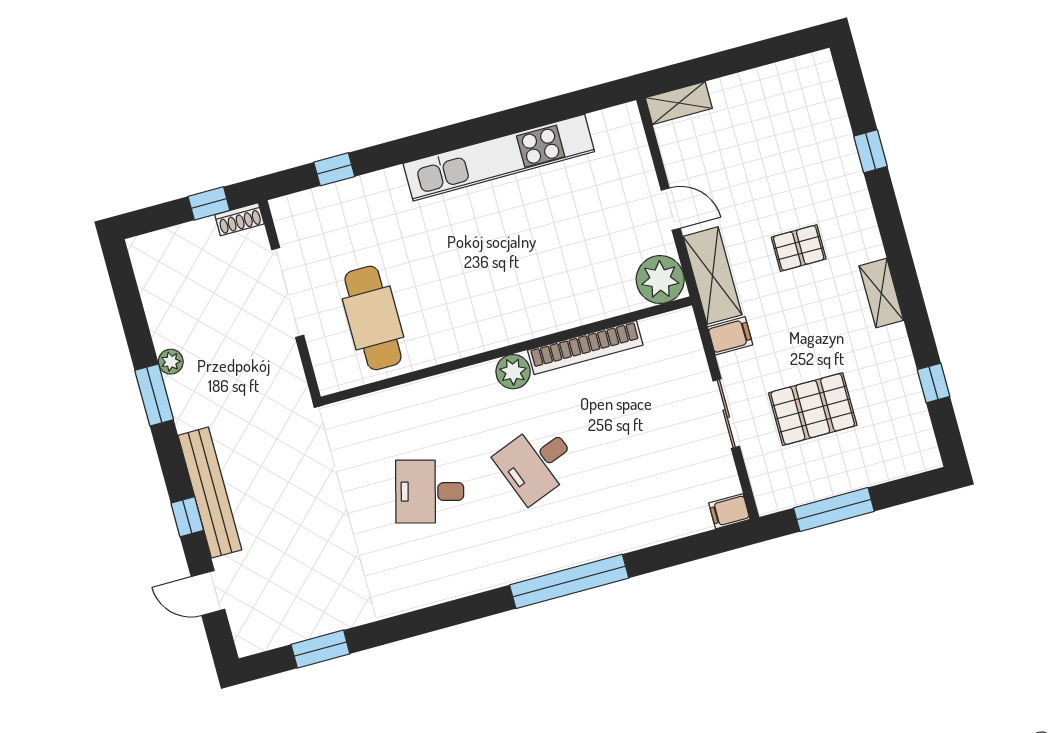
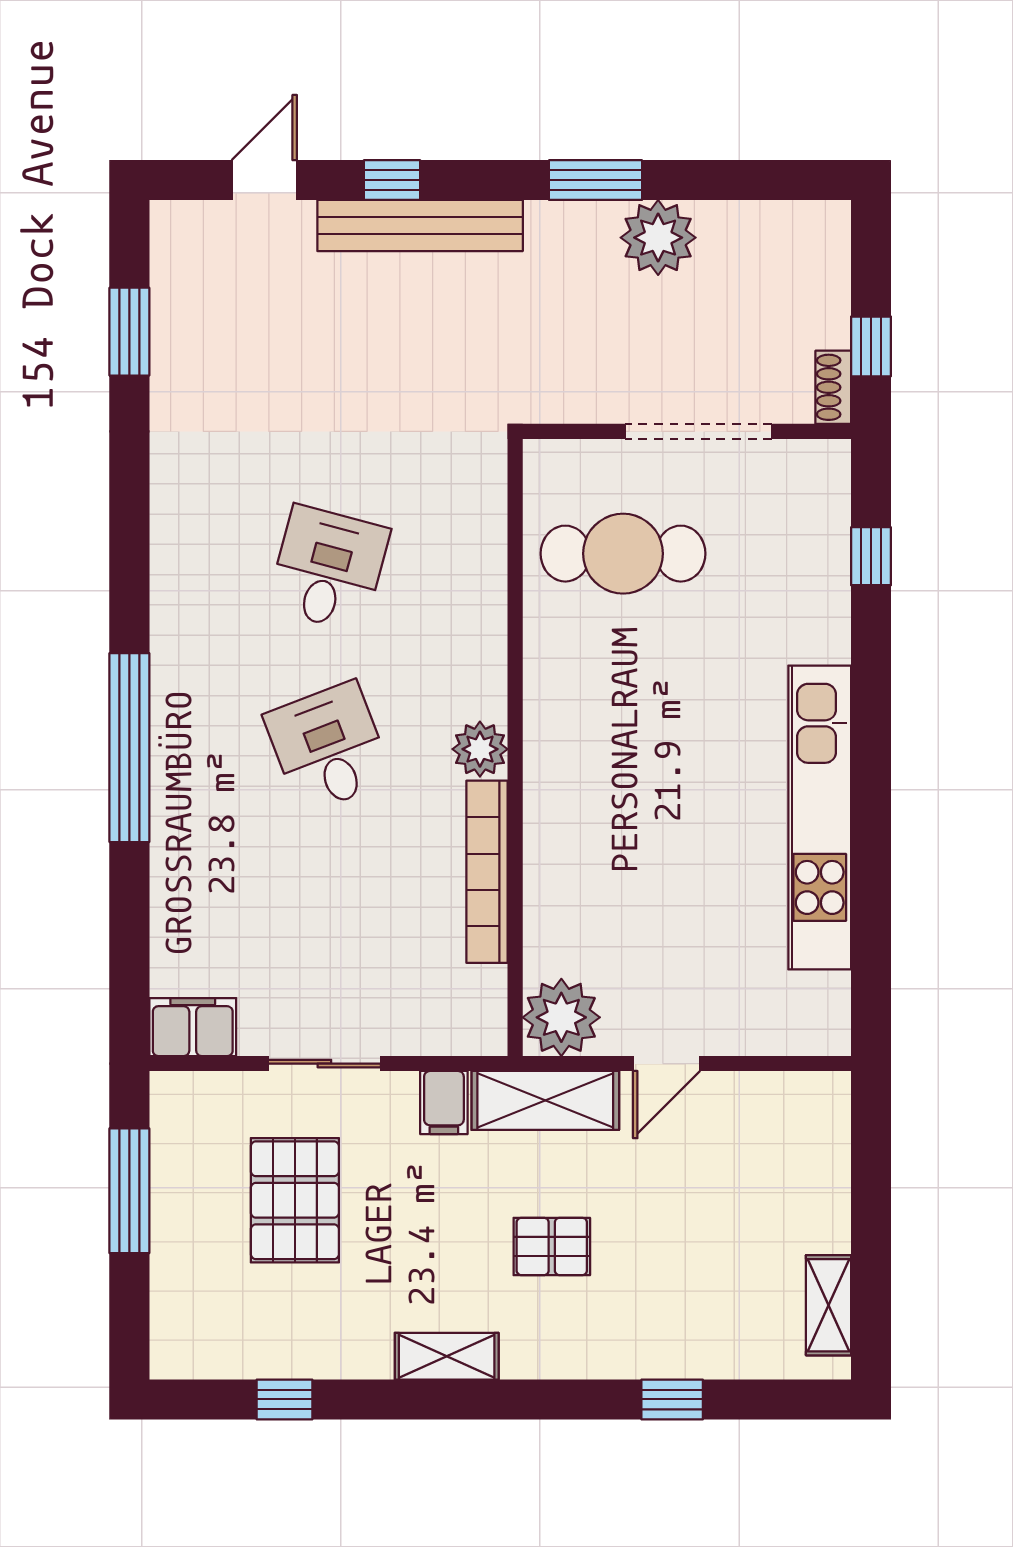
shelving: (679, 103) -> (829, 1305), moved
pallet: (799, 248) -> (552, 1246), turned 90
plant: (171, 362) -> (658, 238), width x1.88, depth x1.88
filing cabinet: (729, 511) -> (193, 1027), width x2.00

